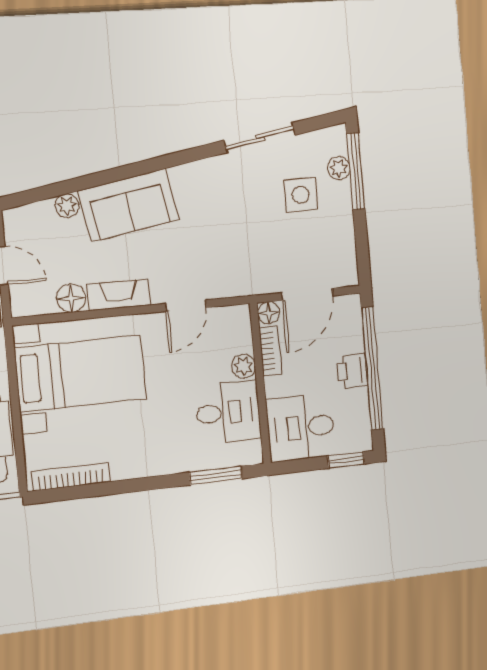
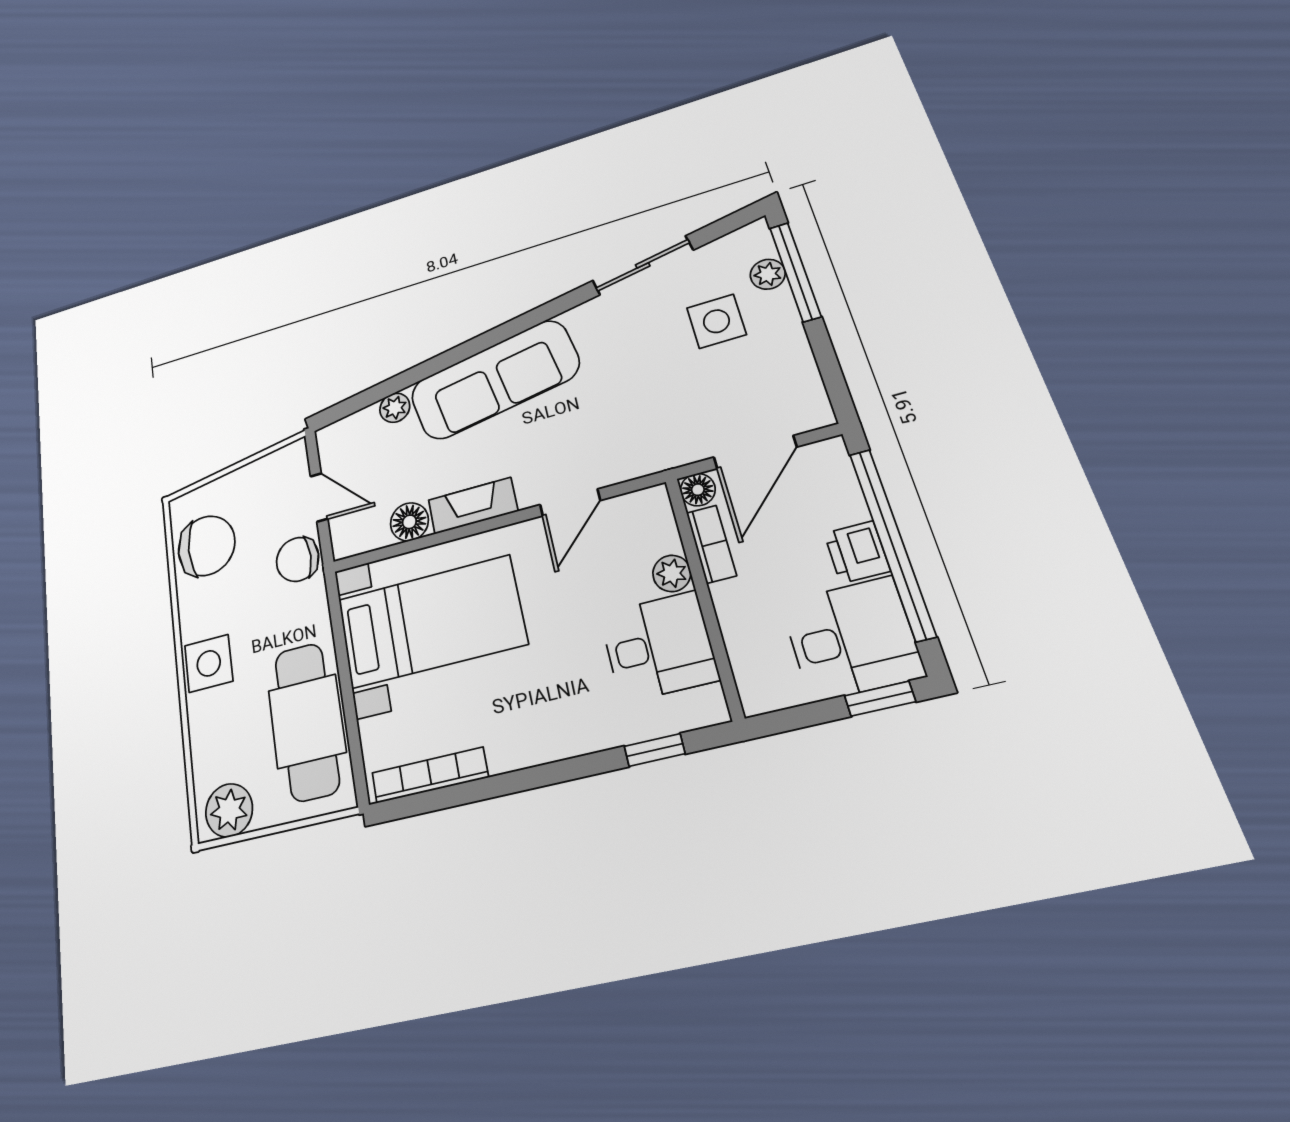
sofa: (129, 205) -> (494, 380), width x1.36
desk: (301, 427) -> (852, 639), moved, turned 180
window: (216, 476) -> (655, 750), width x0.67

